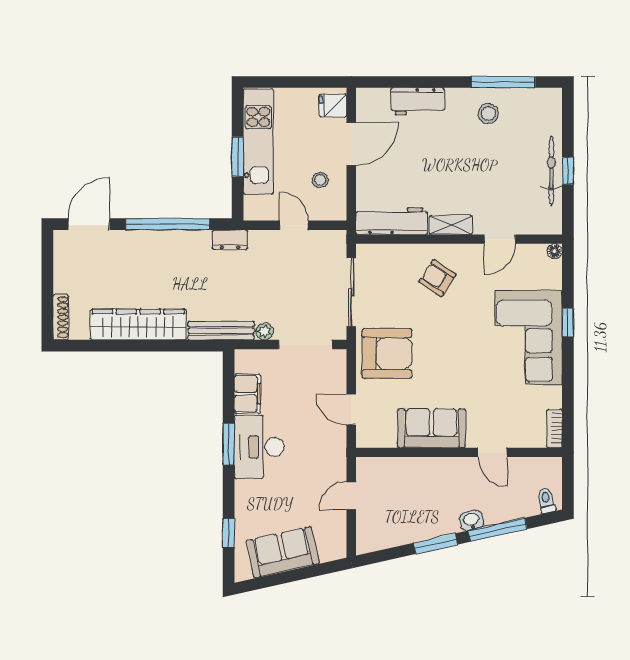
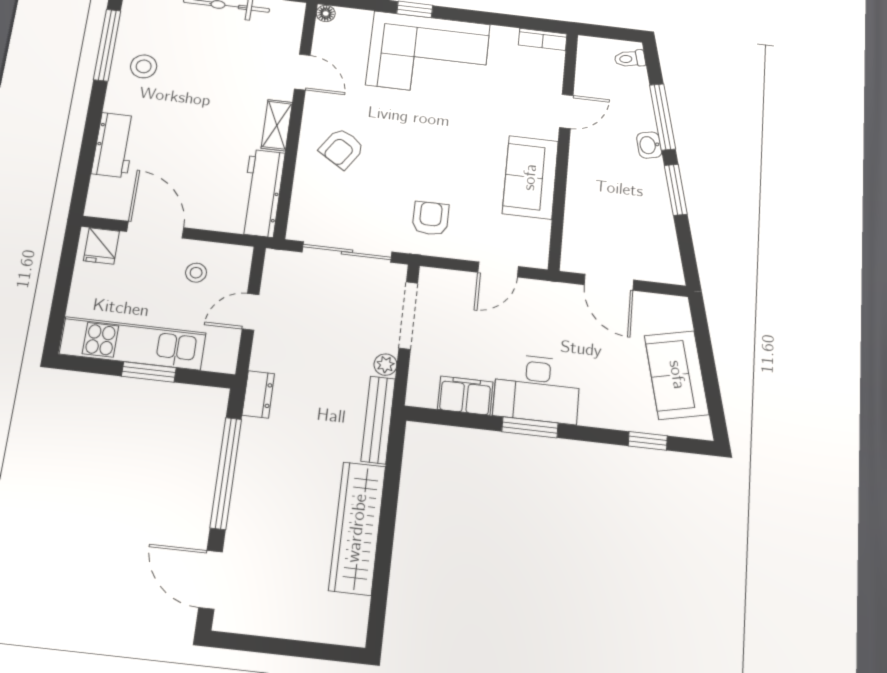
shoe rack: (61, 317) -> (335, 633), removed
armchair: (387, 353) -> (431, 218), width x0.53, depth x0.53
door: (351, 496) -> (609, 282), width x1.38

